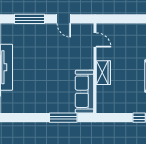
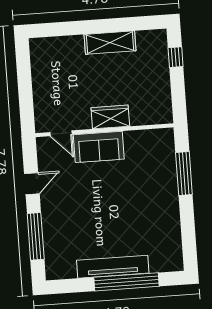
door: (95, 40) -> (61, 133), swing flipped
sofa: (85, 92) -> (99, 147), moved, width x0.73

